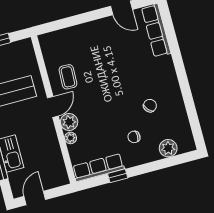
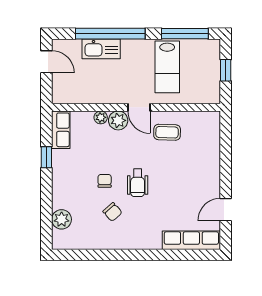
wheelchair: (119, 91) -> (138, 183), added
chair: (134, 137) -> (105, 181), moved
row of seats: (98, 168) -> (61, 130), width x0.68

